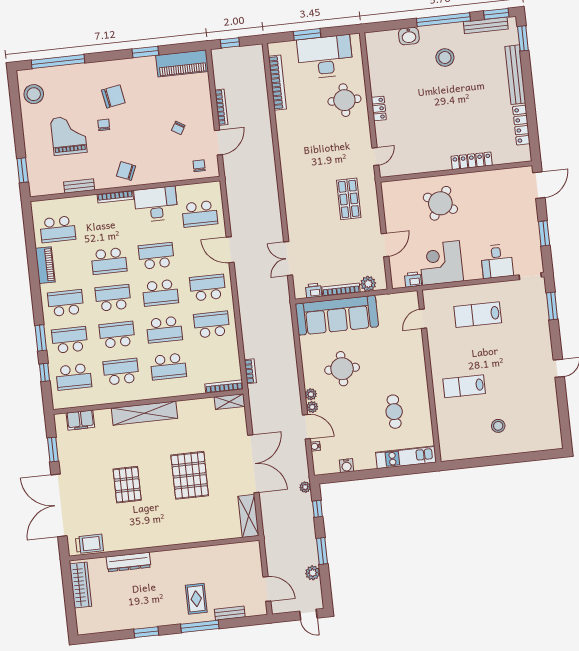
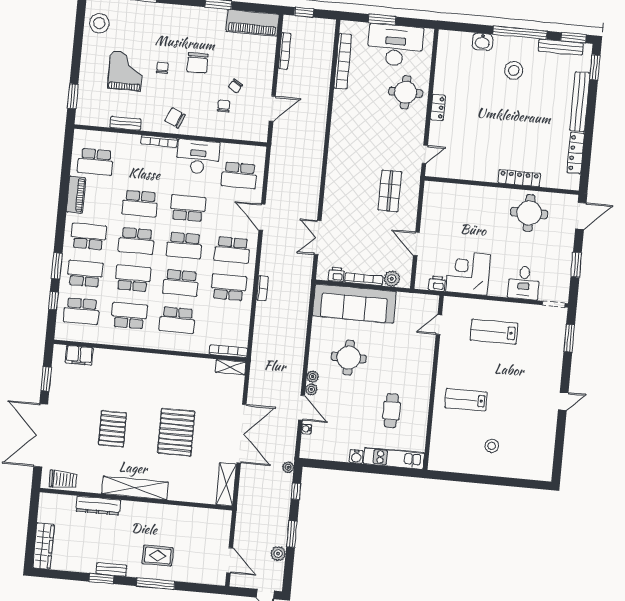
chair: (113, 96) -> (197, 63), moved, turned 100
bookcase: (221, 107) -> (285, 51), moved
chair: (199, 166) -> (224, 106), moved
round table: (440, 203) -> (529, 213), moved, turned -31
door: (385, 245) -> (416, 244), swing flipped
school desk: (208, 288) -> (232, 250), turned 180
school desk: (113, 298) -> (136, 241), turned 180
bookcase: (250, 371) -> (262, 288), moved
shelving: (144, 413) -> (135, 488), moved
water cooler: (346, 466) -> (356, 457), moved
wardrobe: (81, 585) -> (43, 546), moved
rug: (196, 599) -> (158, 556), turned 90
bench: (230, 613) -> (111, 569), moved

